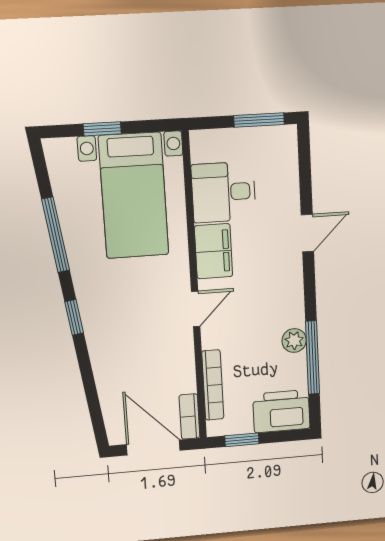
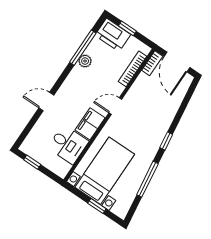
window: (259, 120) -> (32, 162), width x0.67
window: (242, 440) -> (127, 28), moved

